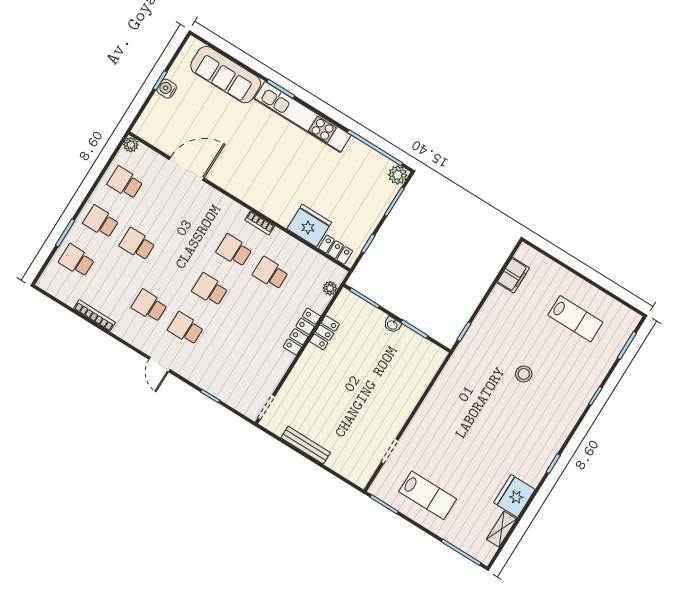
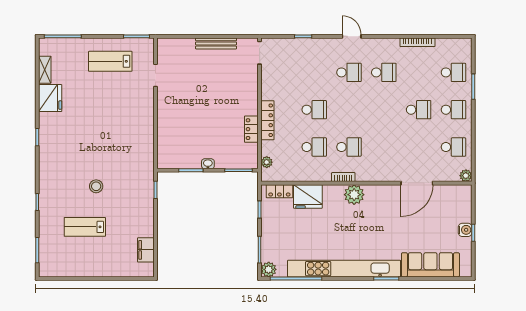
kitchen unit: (303, 117) -> (344, 269), width x1.36
plant: (260, 198) -> (354, 195), added
school desk: (210, 290) -> (314, 110), moved
lab bench: (575, 319) -> (85, 227), moved

